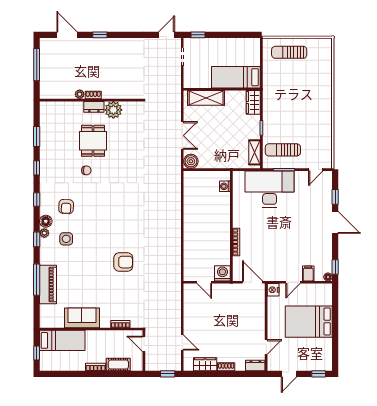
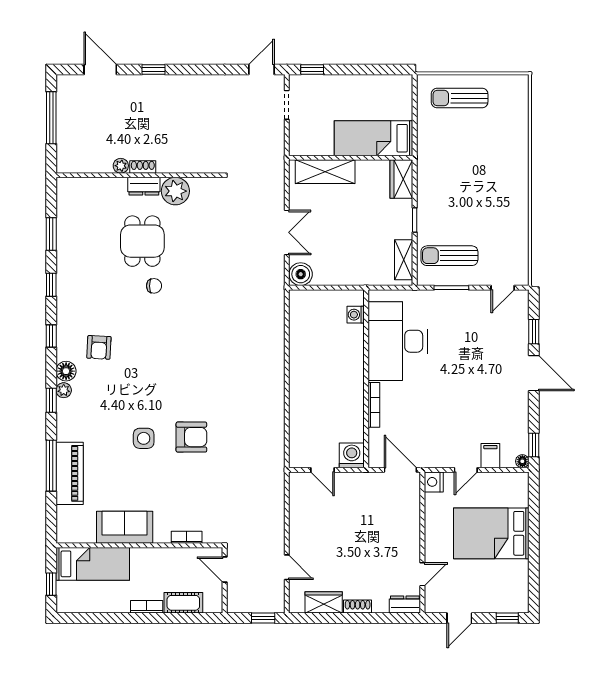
chair: (86, 170) -> (154, 286), moved
desk: (270, 189) -> (398, 341), moved, turned -90
side table: (66, 239) -> (144, 438), moved

